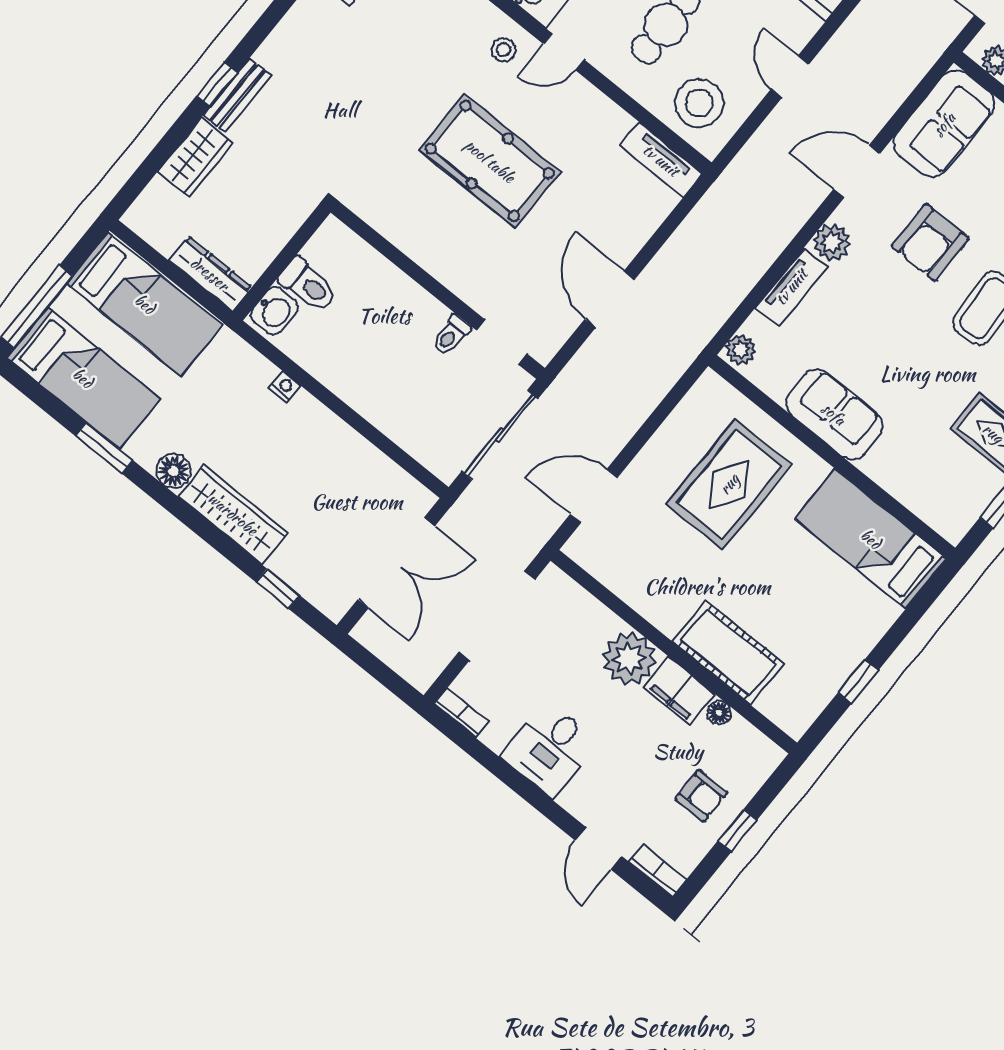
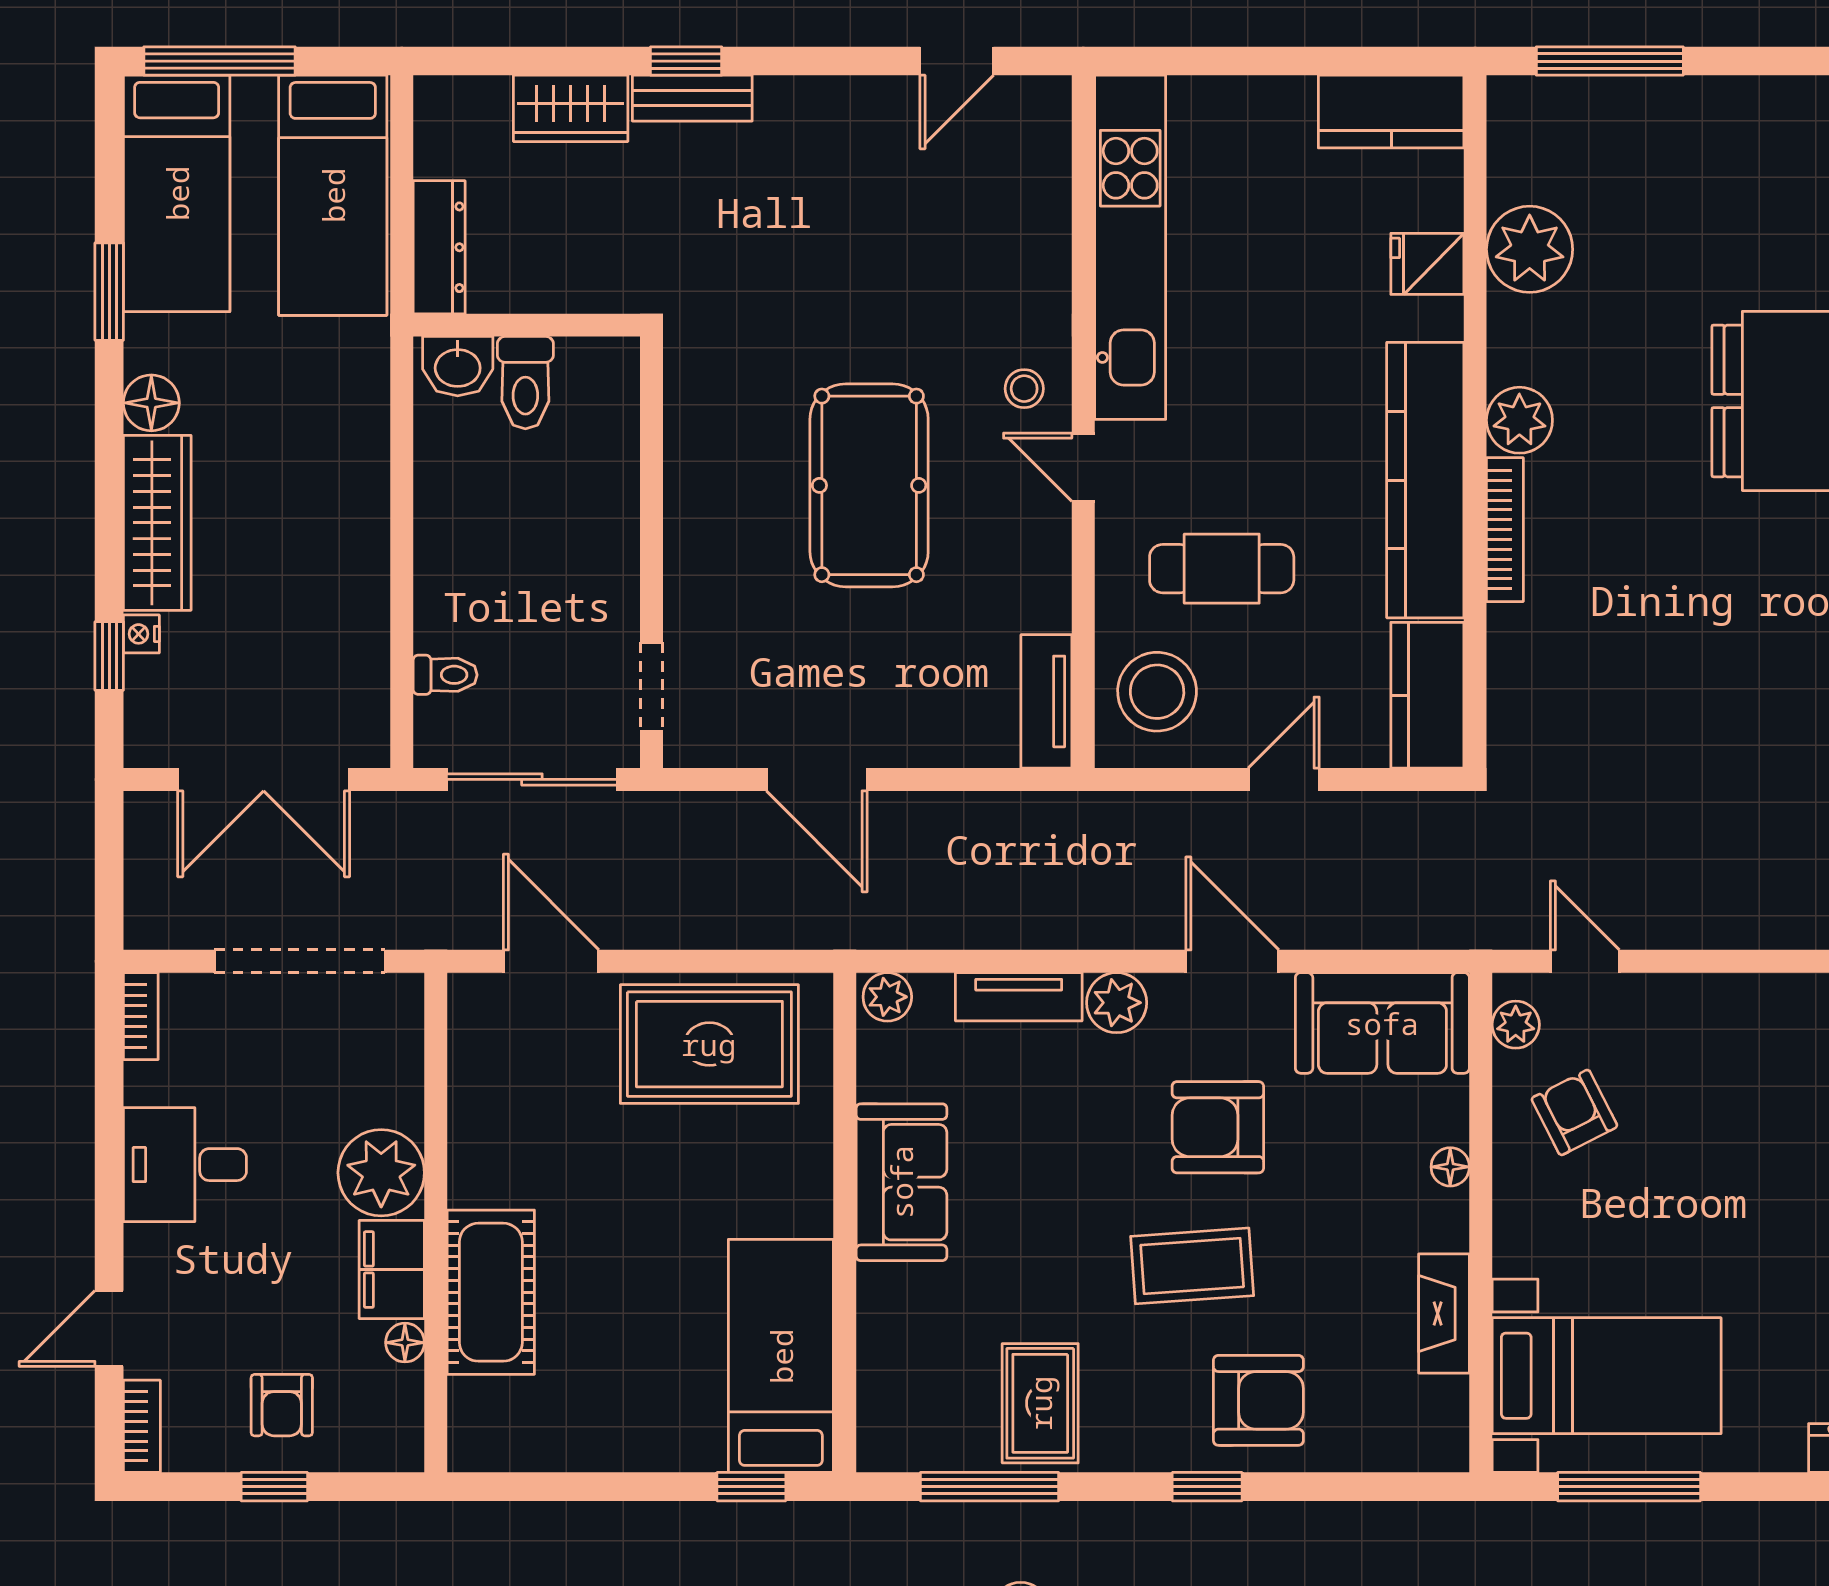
door: (610, 299) -> (817, 779), swing flipped
toilet: (451, 335) -> (445, 675), moved, turned 180
nightstand: (285, 387) -> (141, 634), moved, turned 180
rug: (729, 484) -> (709, 1044), moved
window: (858, 681) -> (751, 1487), moved

